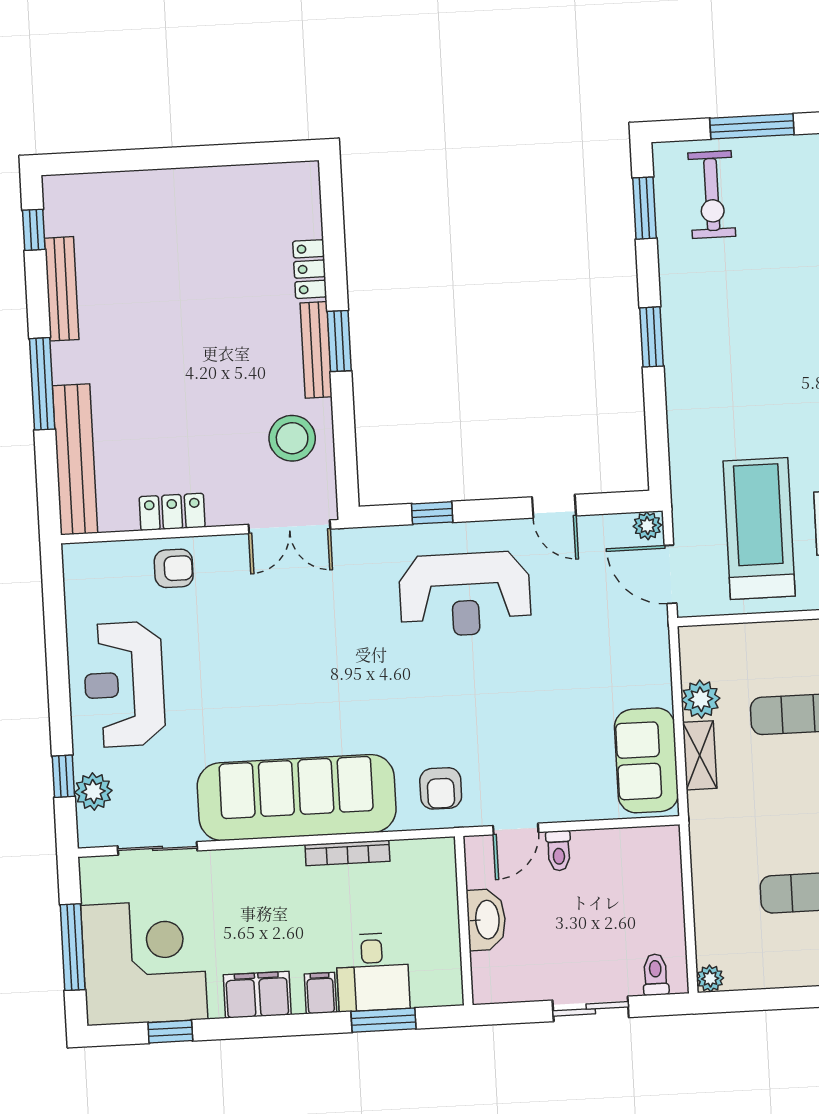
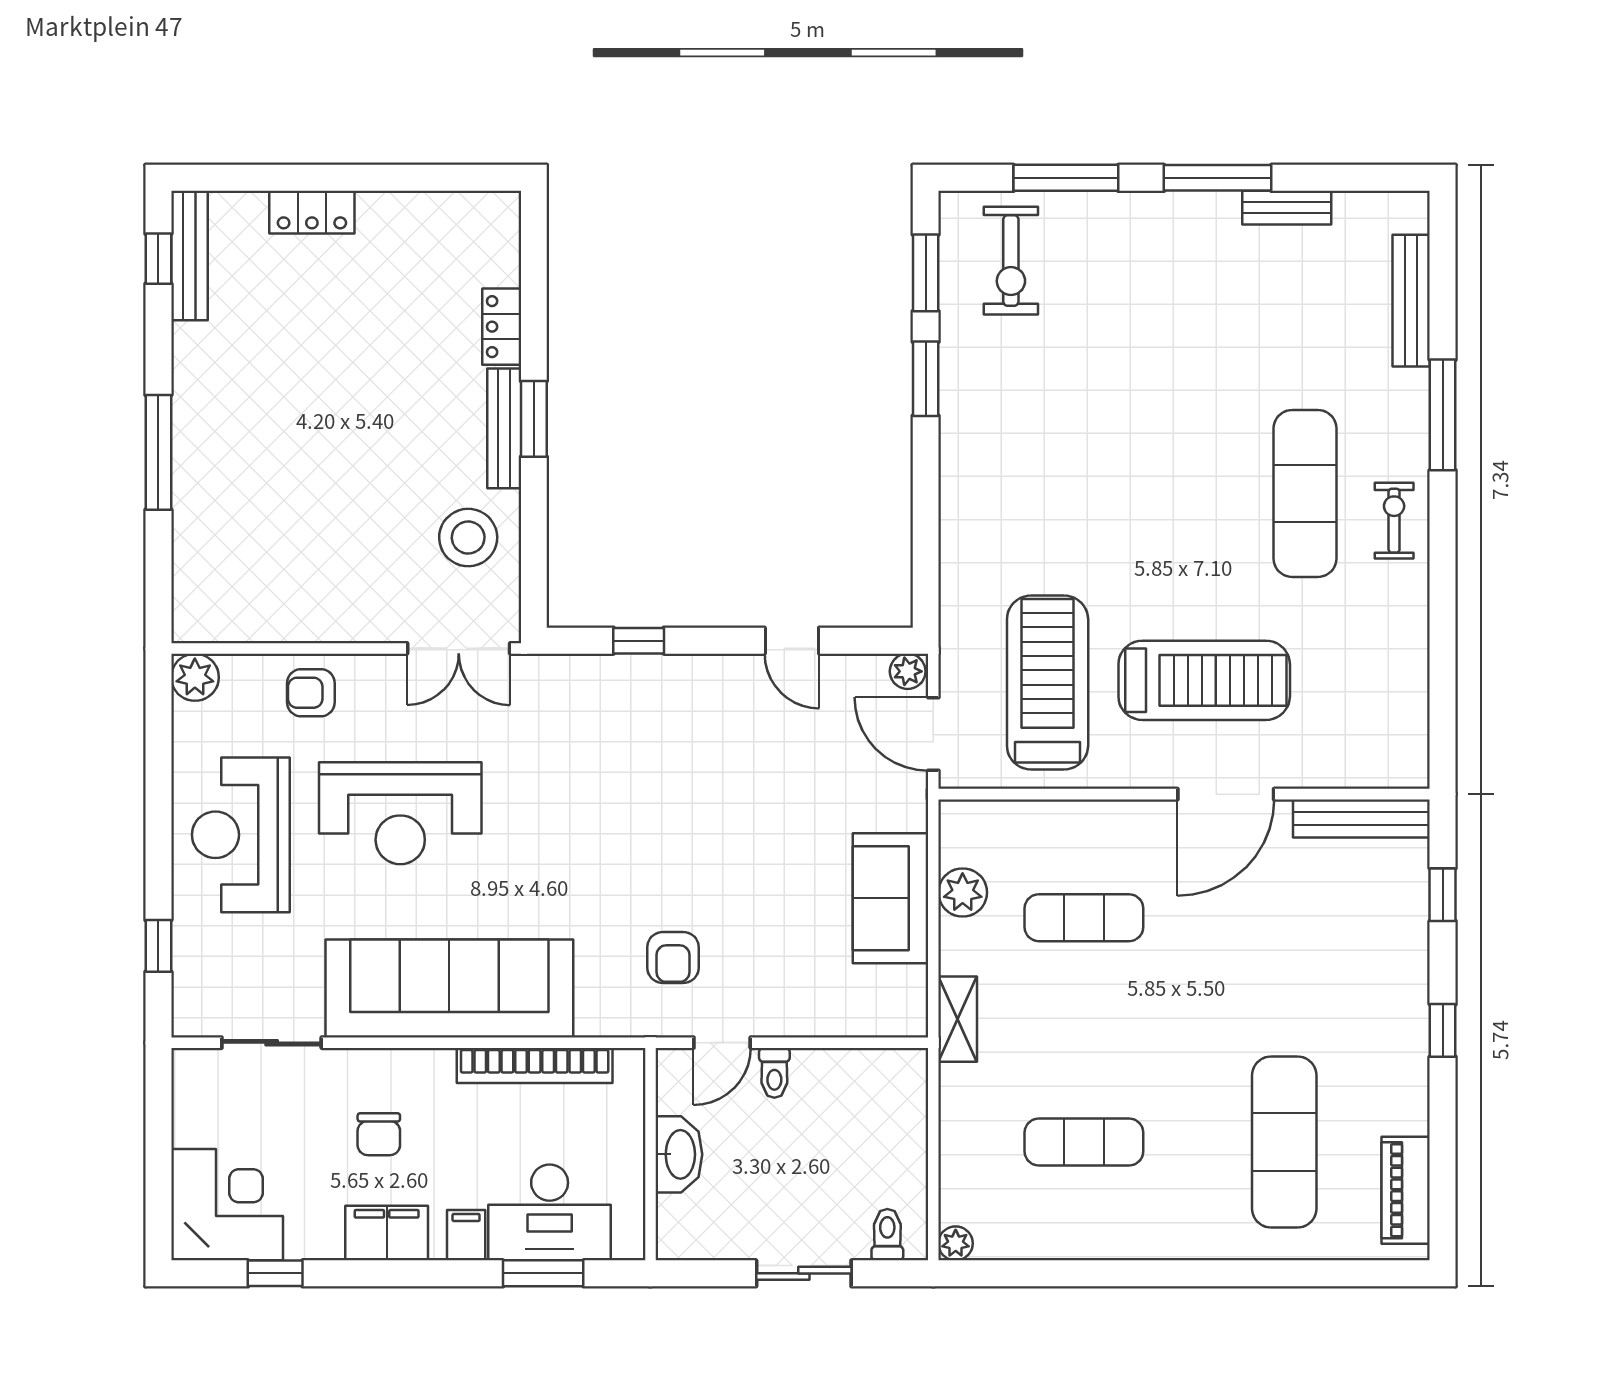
bench: (62, 289) -> (189, 256), moved
window: (651, 337) -> (926, 379), moved
bench: (75, 459) -> (195, 549), removed
locker: (172, 512) -> (312, 212), moved, turned 180
armchair: (174, 568) -> (311, 693), turned 180
reception desk: (465, 594) -> (400, 813), moved
shelving: (700, 755) -> (958, 1019), moved
sofa: (646, 760) -> (891, 898), moved
armchair: (441, 788) -> (673, 957), moved
plant: (93, 791) -> (195, 677), moved
bookcase: (347, 853) -> (535, 1066), width x1.48, depth x1.31
chair: (247, 917) -> (379, 1134), added
window: (73, 947) -> (158, 1161), removed
corner desk: (144, 962) -> (227, 1205), width x0.74, depth x0.74
desk: (373, 972) -> (550, 1212), width x1.37

